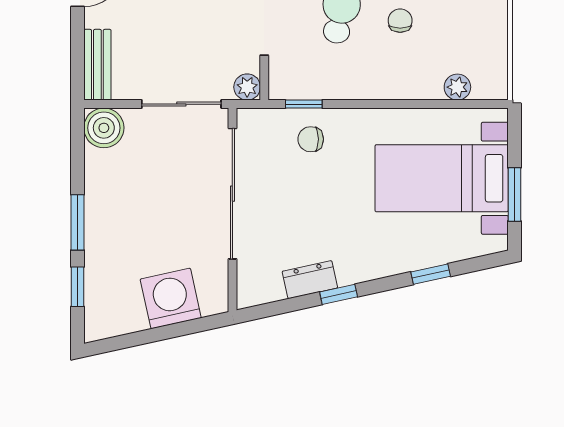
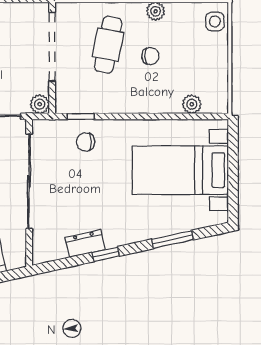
chair: (400, 21) -> (150, 56), turned 88
window: (514, 194) -> (233, 182), removed
window: (431, 274) -> (172, 240), width x1.50

